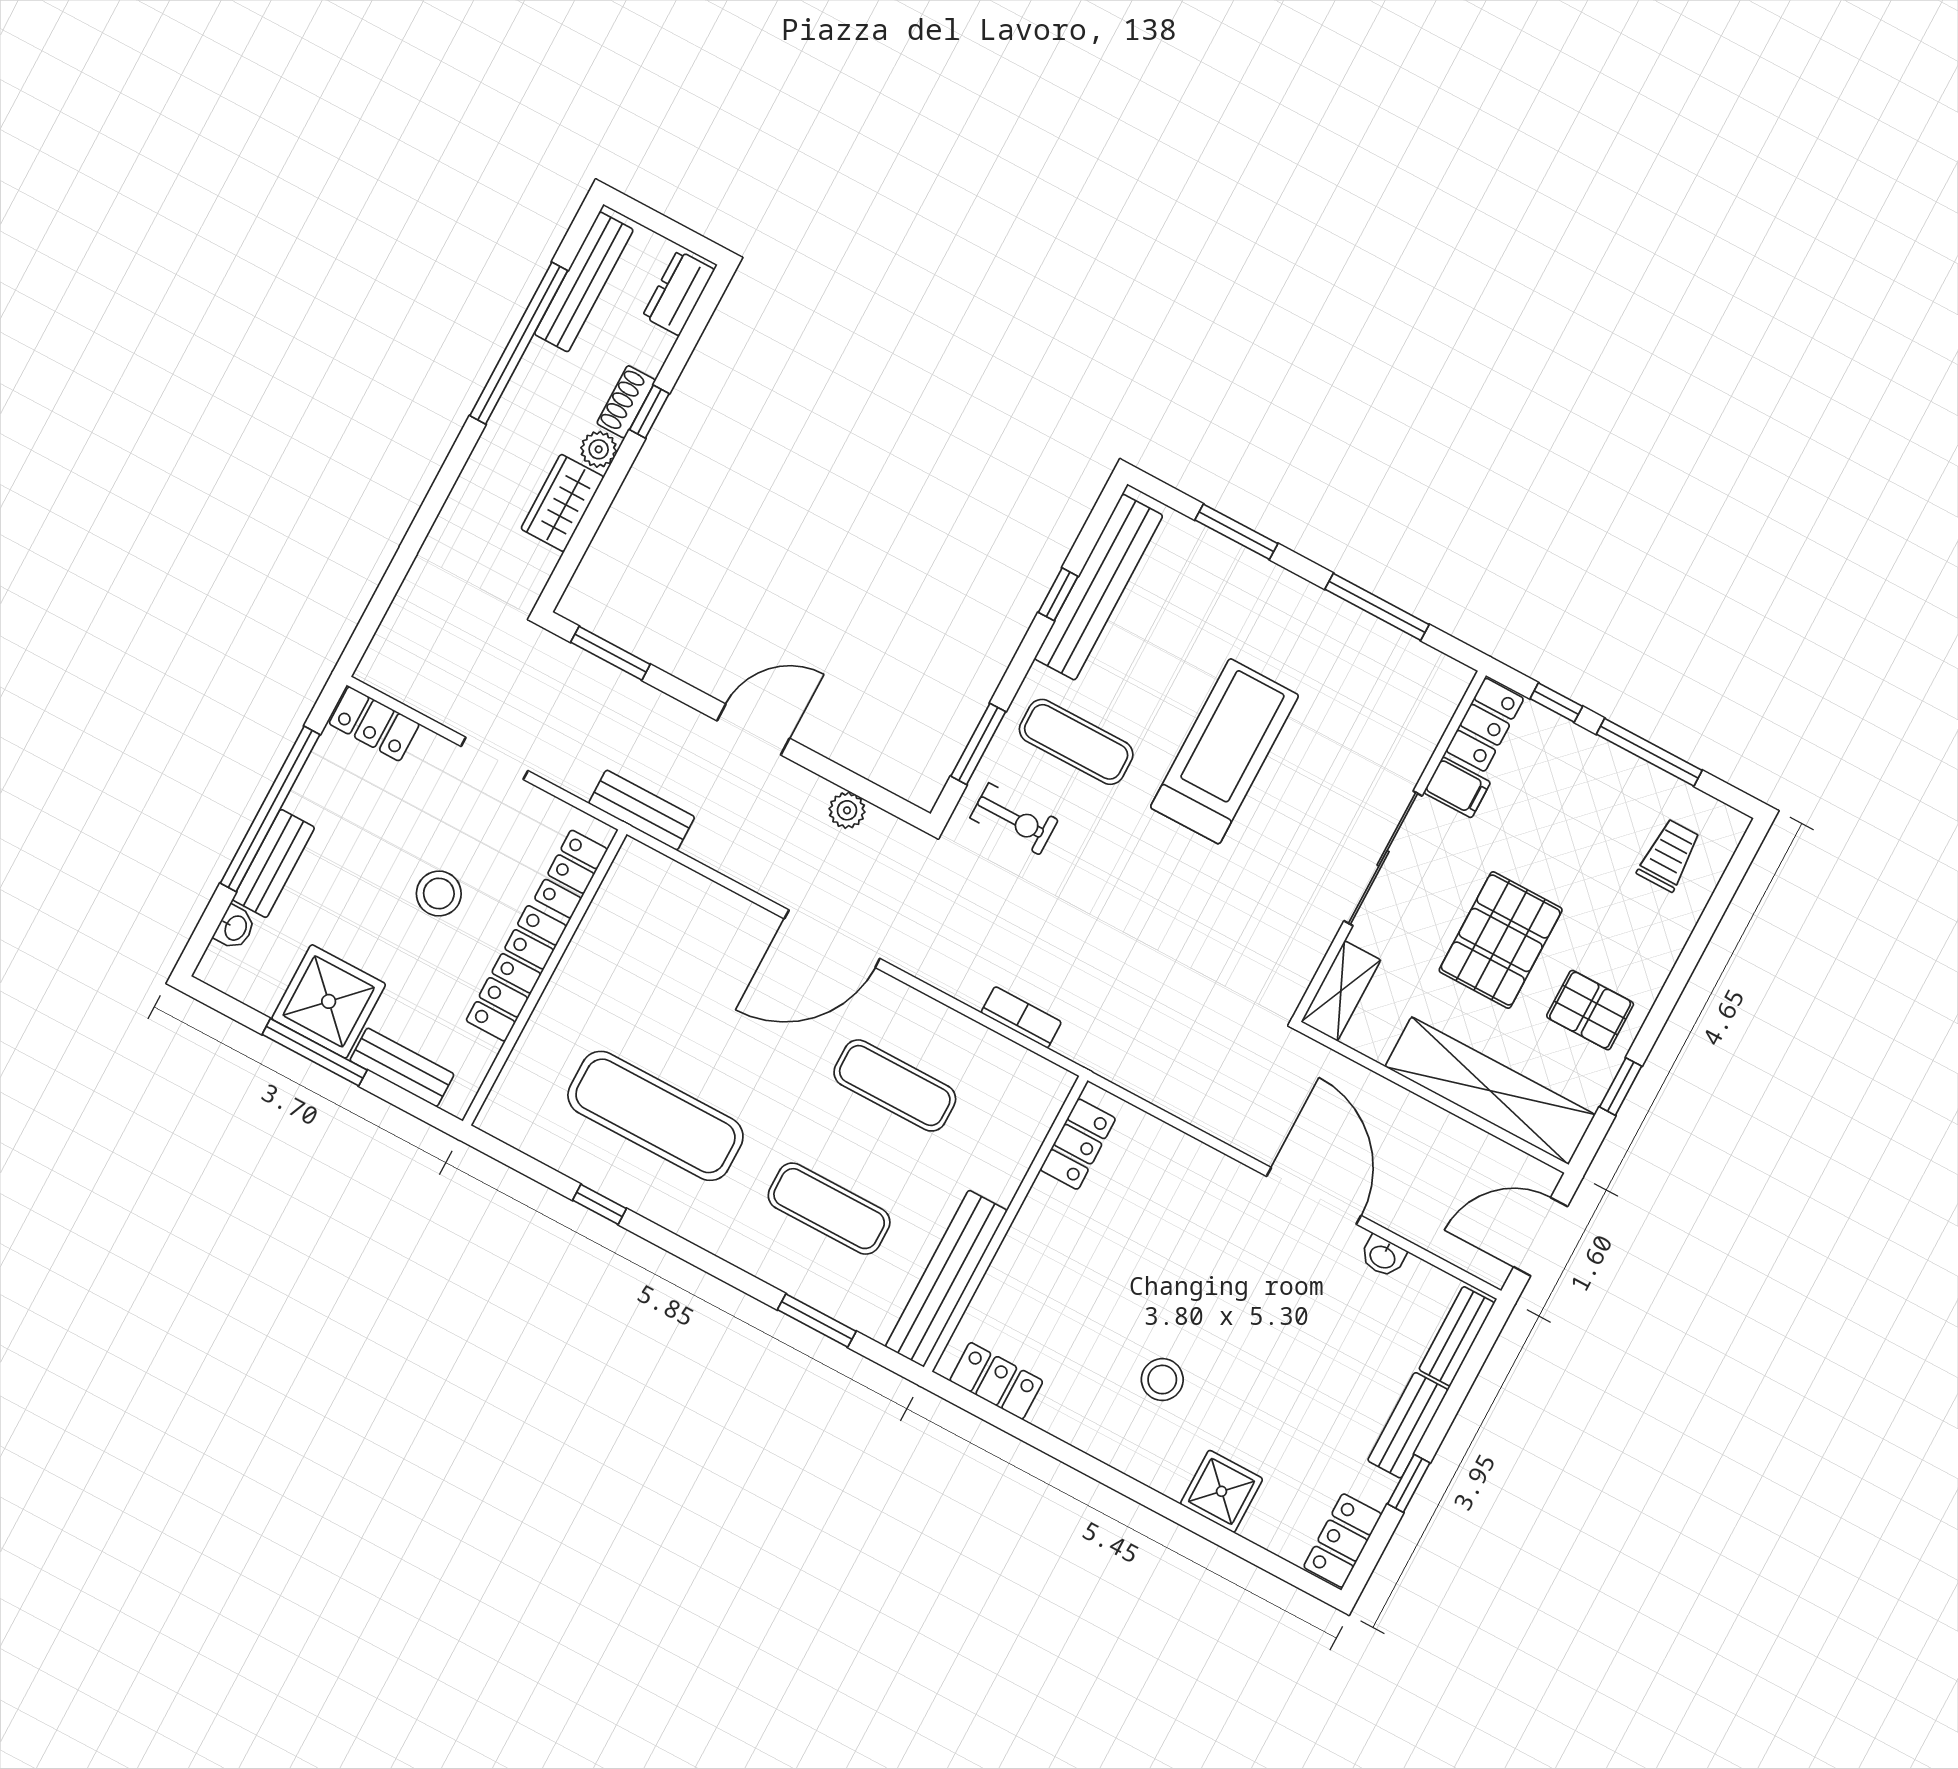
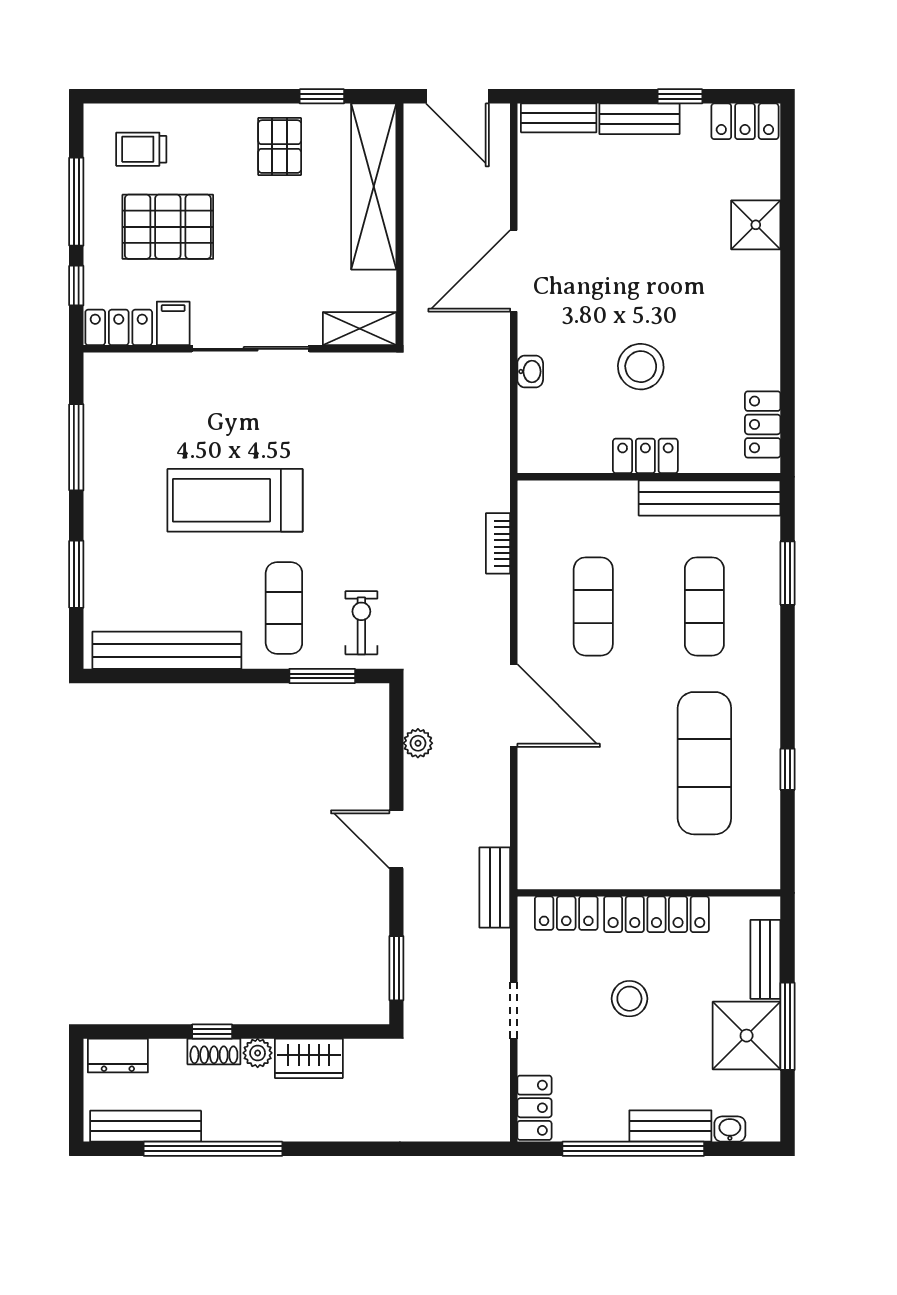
window: (1058, 594) -> (187, 676), removed
pallet: (1501, 940) -> (168, 227), moved
locker: (1078, 1144) -> (645, 456), moved
washbasin: (1383, 1256) -> (530, 372), moved
stool: (1162, 1380) -> (641, 367), moved, width x1.38, depth x1.38

